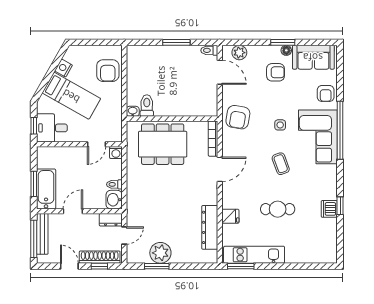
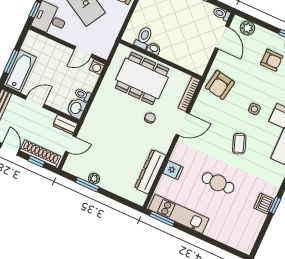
washbasin: (133, 111) -> (154, 49), moved
chair: (187, 178) -> (150, 118), added
plant: (160, 253) -> (94, 179), width x0.53, depth x0.53

